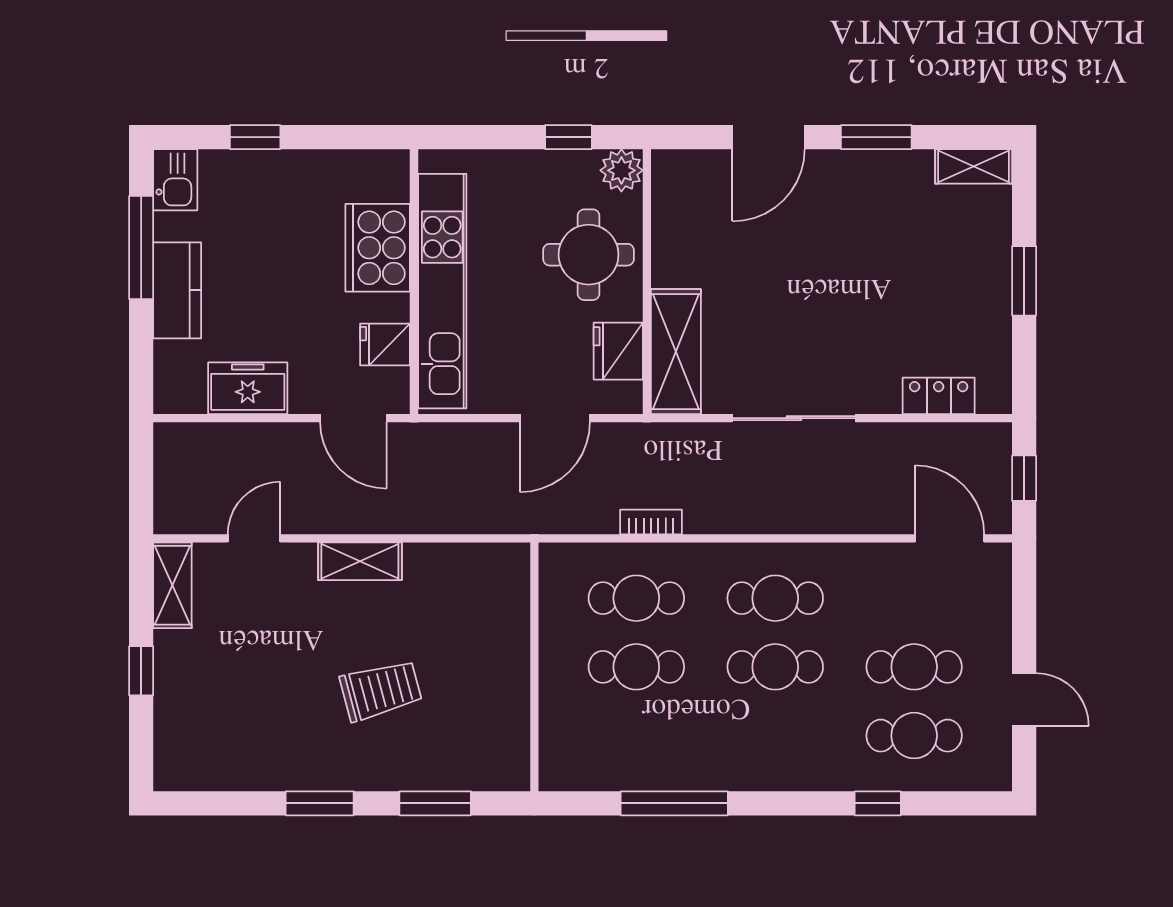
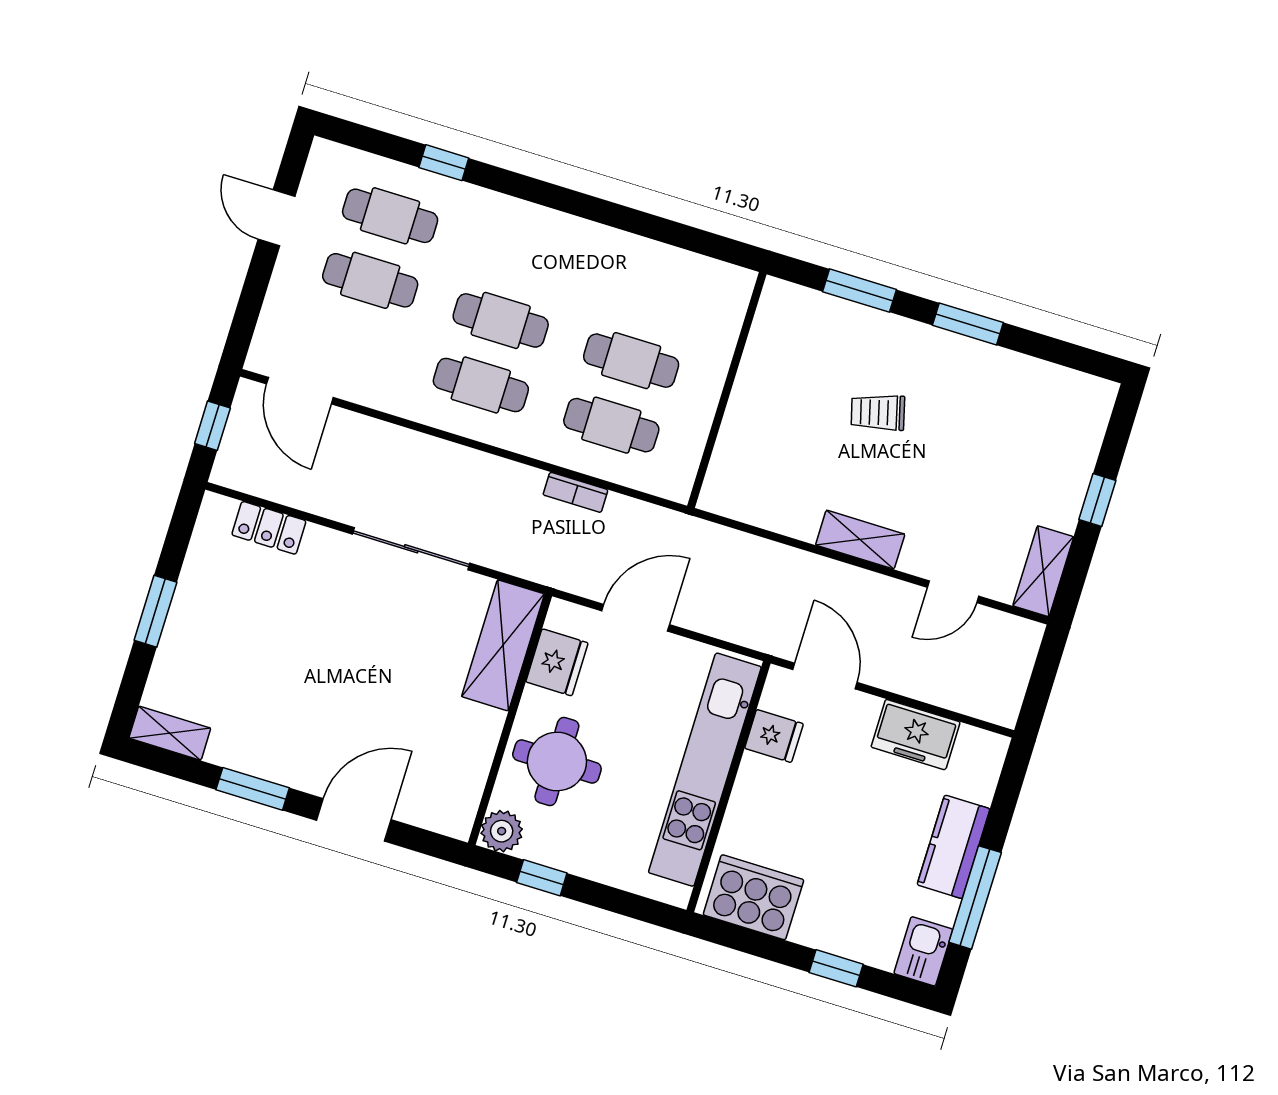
cooker: (378, 248) -> (753, 897), moved, turned -90
trolley: (381, 690) -> (878, 412), width x0.73, depth x0.72
window: (674, 803) -> (635, 222), removed

